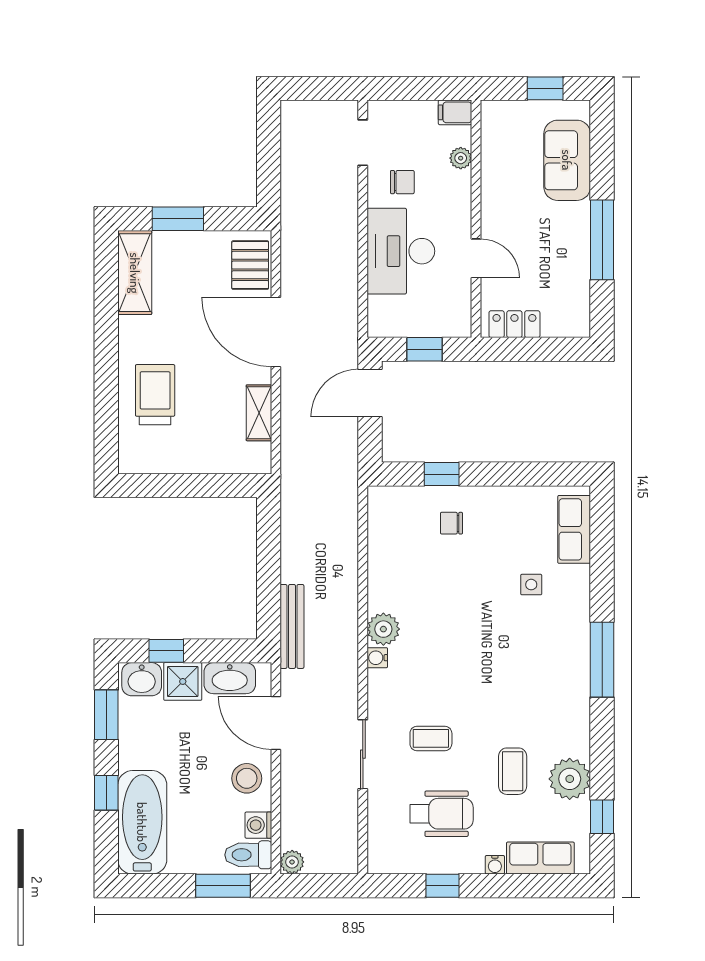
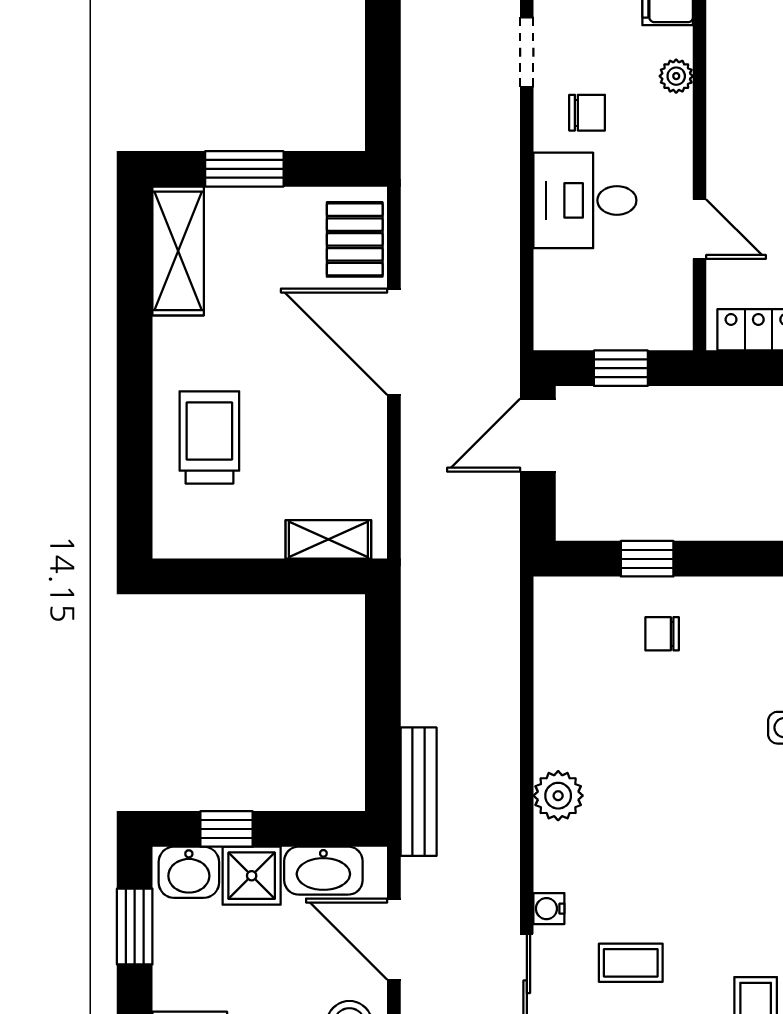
desk: (401, 251) -> (585, 200), width x0.73
shelving: (259, 413) -> (328, 539), moved, turned 90
water cooler: (377, 658) -> (549, 909), moved

